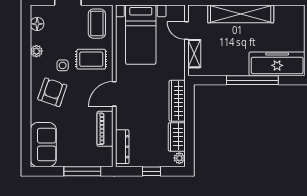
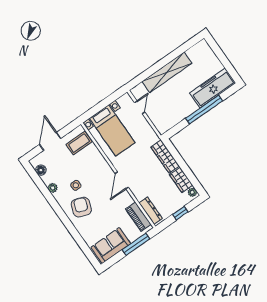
coffee table: (97, 24) -> (79, 143), turned 90
door: (186, 31) -> (140, 107), swing flipped
shelving: (194, 54) -> (155, 119), removed
rug: (91, 59) -> (91, 168), removed
piano: (105, 129) -> (138, 217), moved
sofa: (43, 145) -> (111, 245), moved, turned -90

